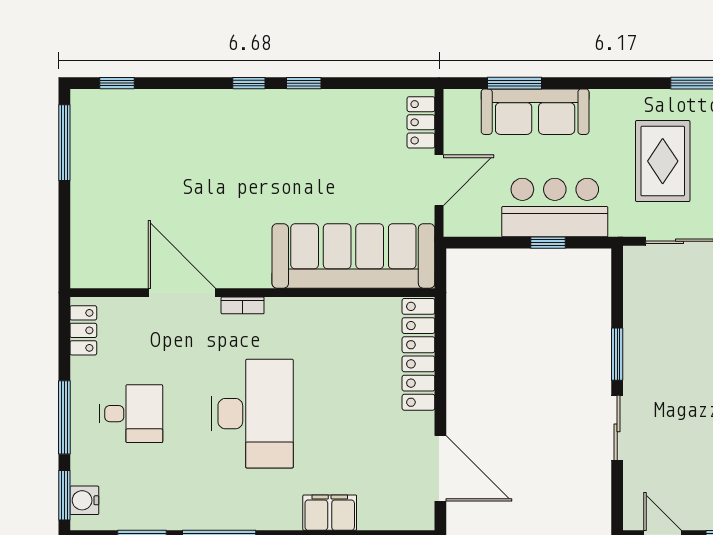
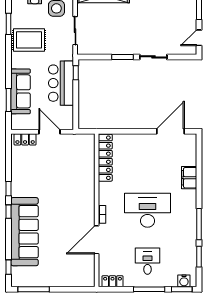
rug: (663, 161) -> (29, 40), moved
window: (548, 243) -> (76, 73), moved
sofa: (353, 256) -> (25, 232), moved, turned 180
locker: (418, 354) -> (105, 158), moved, turned -90

